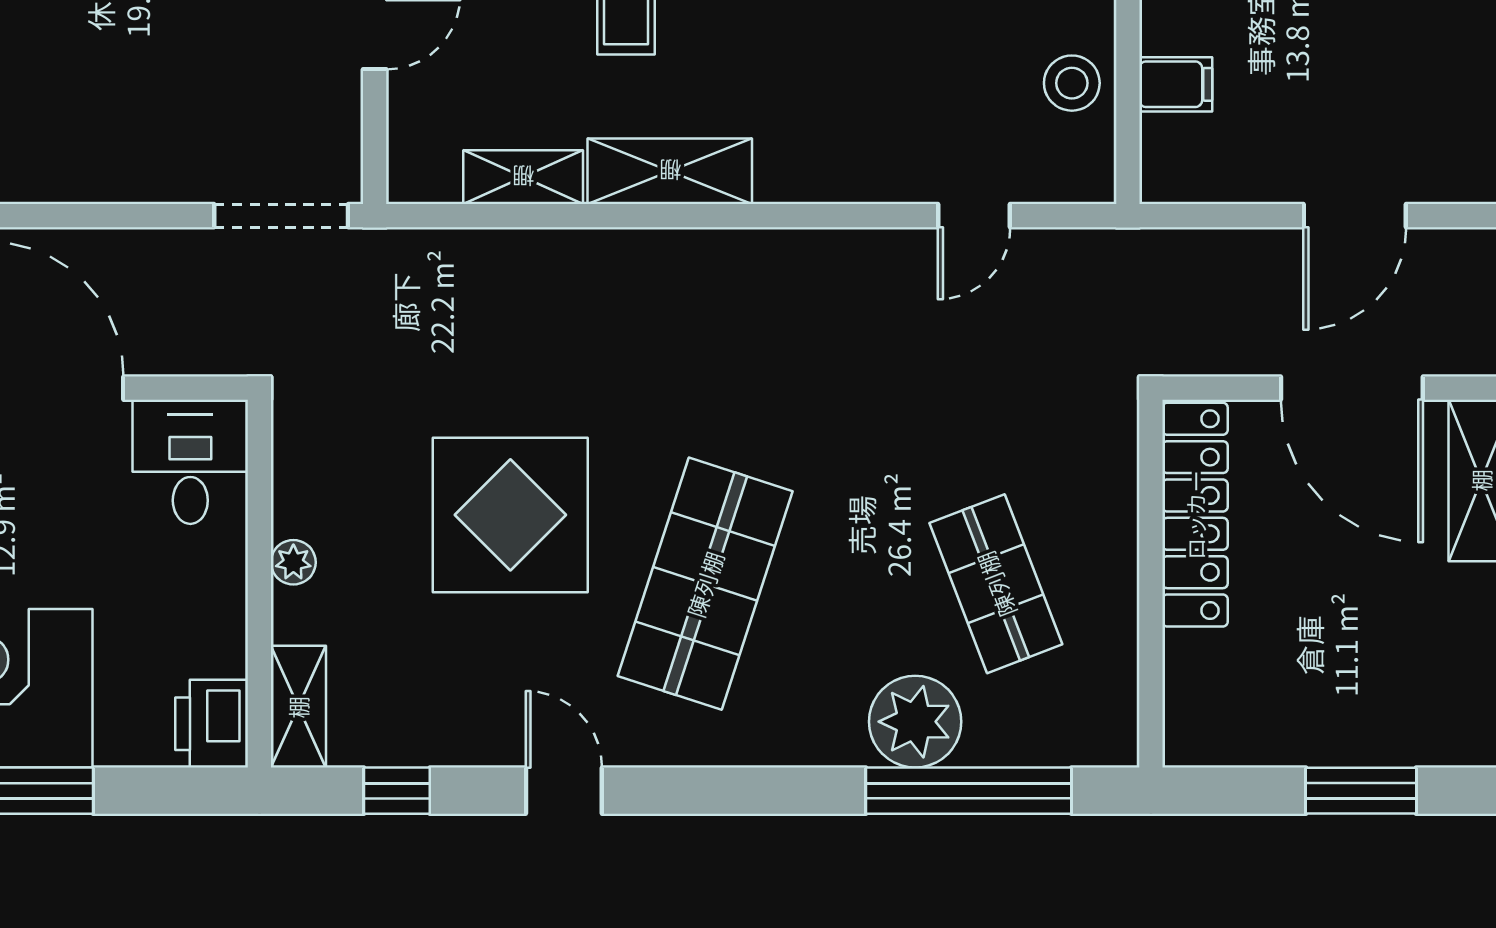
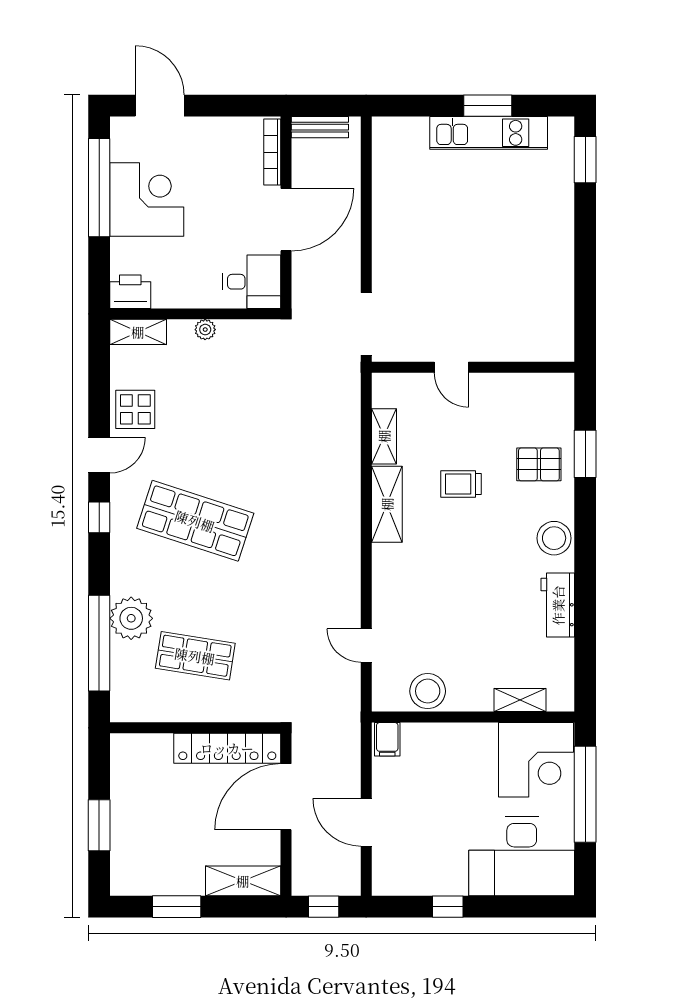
stool: (1072, 83) -> (428, 691), width x1.38, depth x1.38
filing cabinet: (1176, 84) -> (387, 739), moved
door: (1352, 388) -> (286, 797), moved
display table: (510, 515) -> (135, 409), moved, width x0.54, depth x0.54
shop shelf: (996, 584) -> (195, 656), turned 30
window: (397, 791) -> (99, 517), moved

